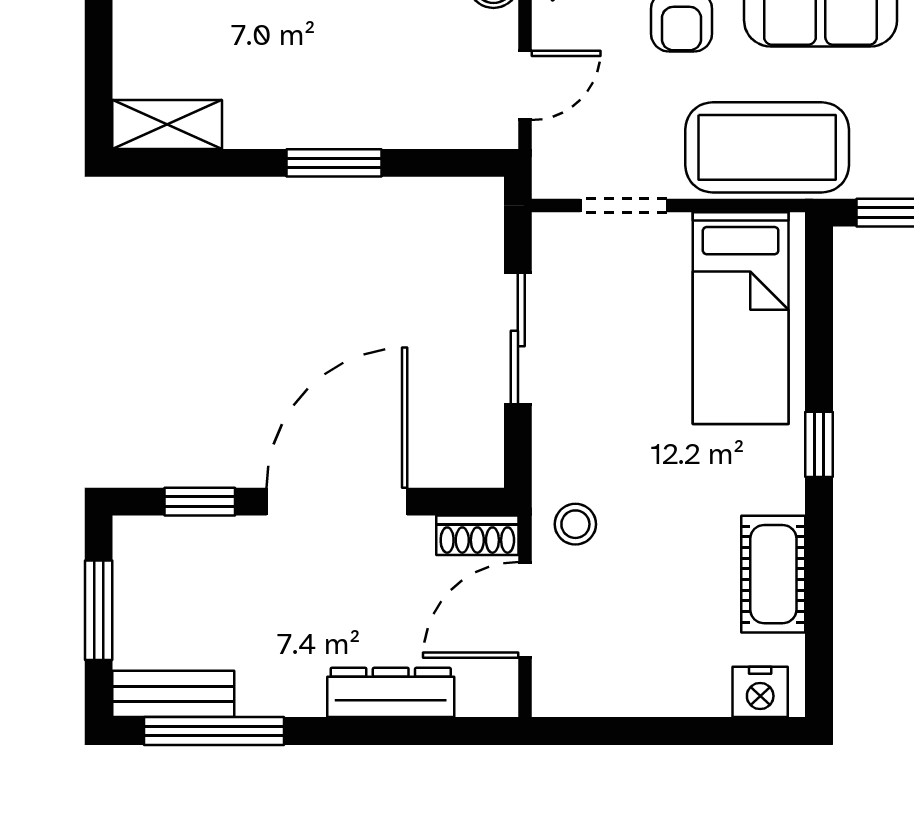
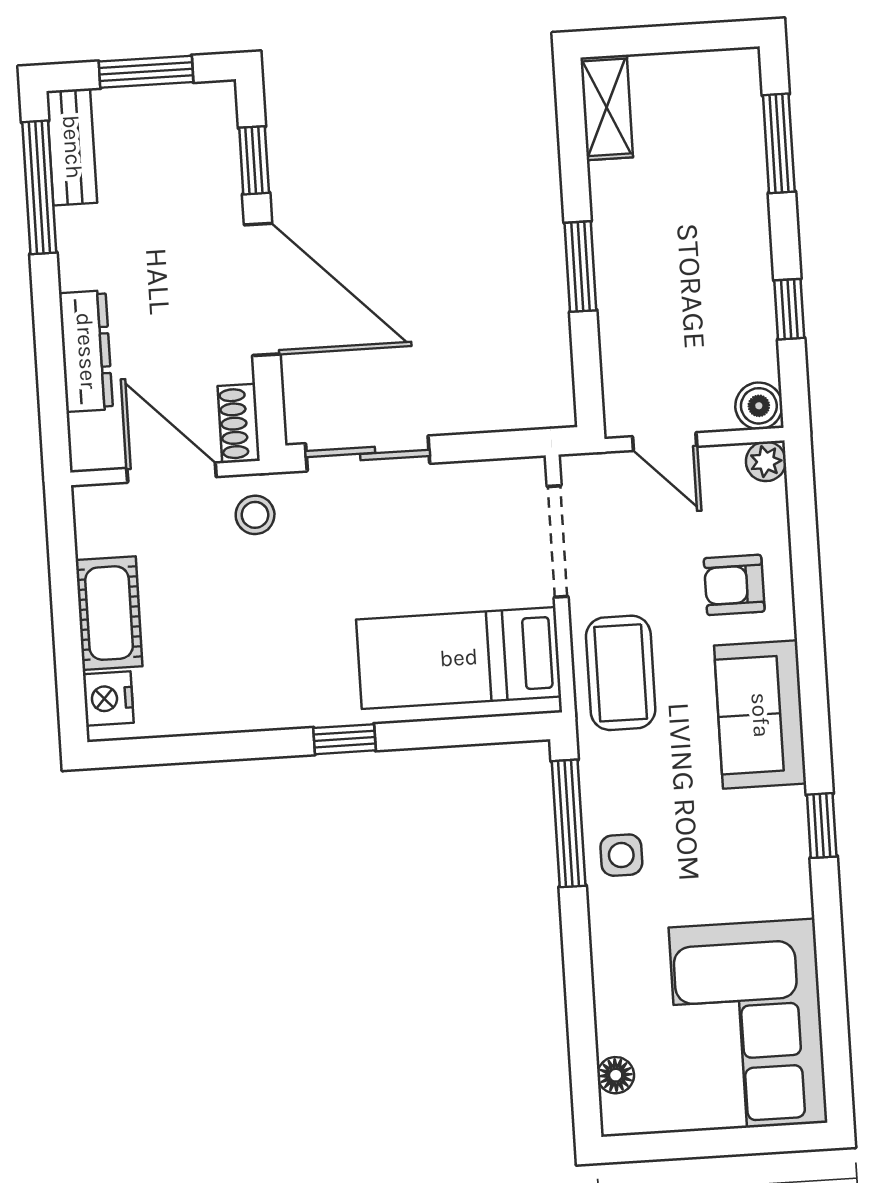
coffee table: (767, 147) -> (621, 673), width x0.73, depth x0.76
doorway: (624, 205) -> (558, 541), width x1.38
sliding door: (518, 338) -> (368, 453), moved
cot: (773, 574) -> (109, 613), moved, turned 90

